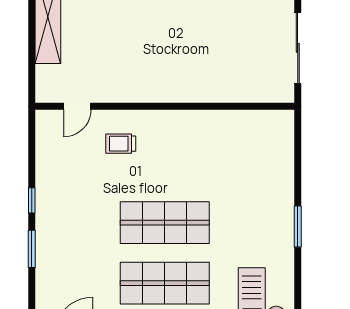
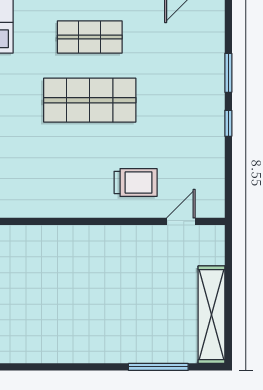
trolley: (121, 144) -> (136, 182), width x1.36, depth x1.39
shop shelf: (165, 283) -> (90, 37), width x0.70, depth x0.74

